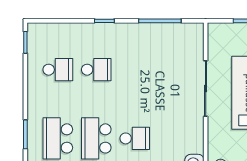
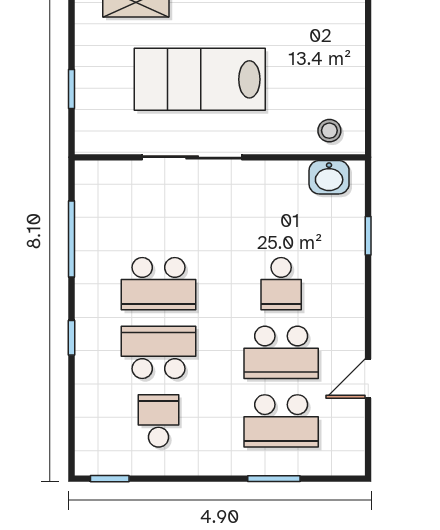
school desk: (96, 70) -> (159, 352), width x1.85
school desk: (135, 70) -> (159, 284), added
school desk: (135, 138) -> (281, 284), turned 180

